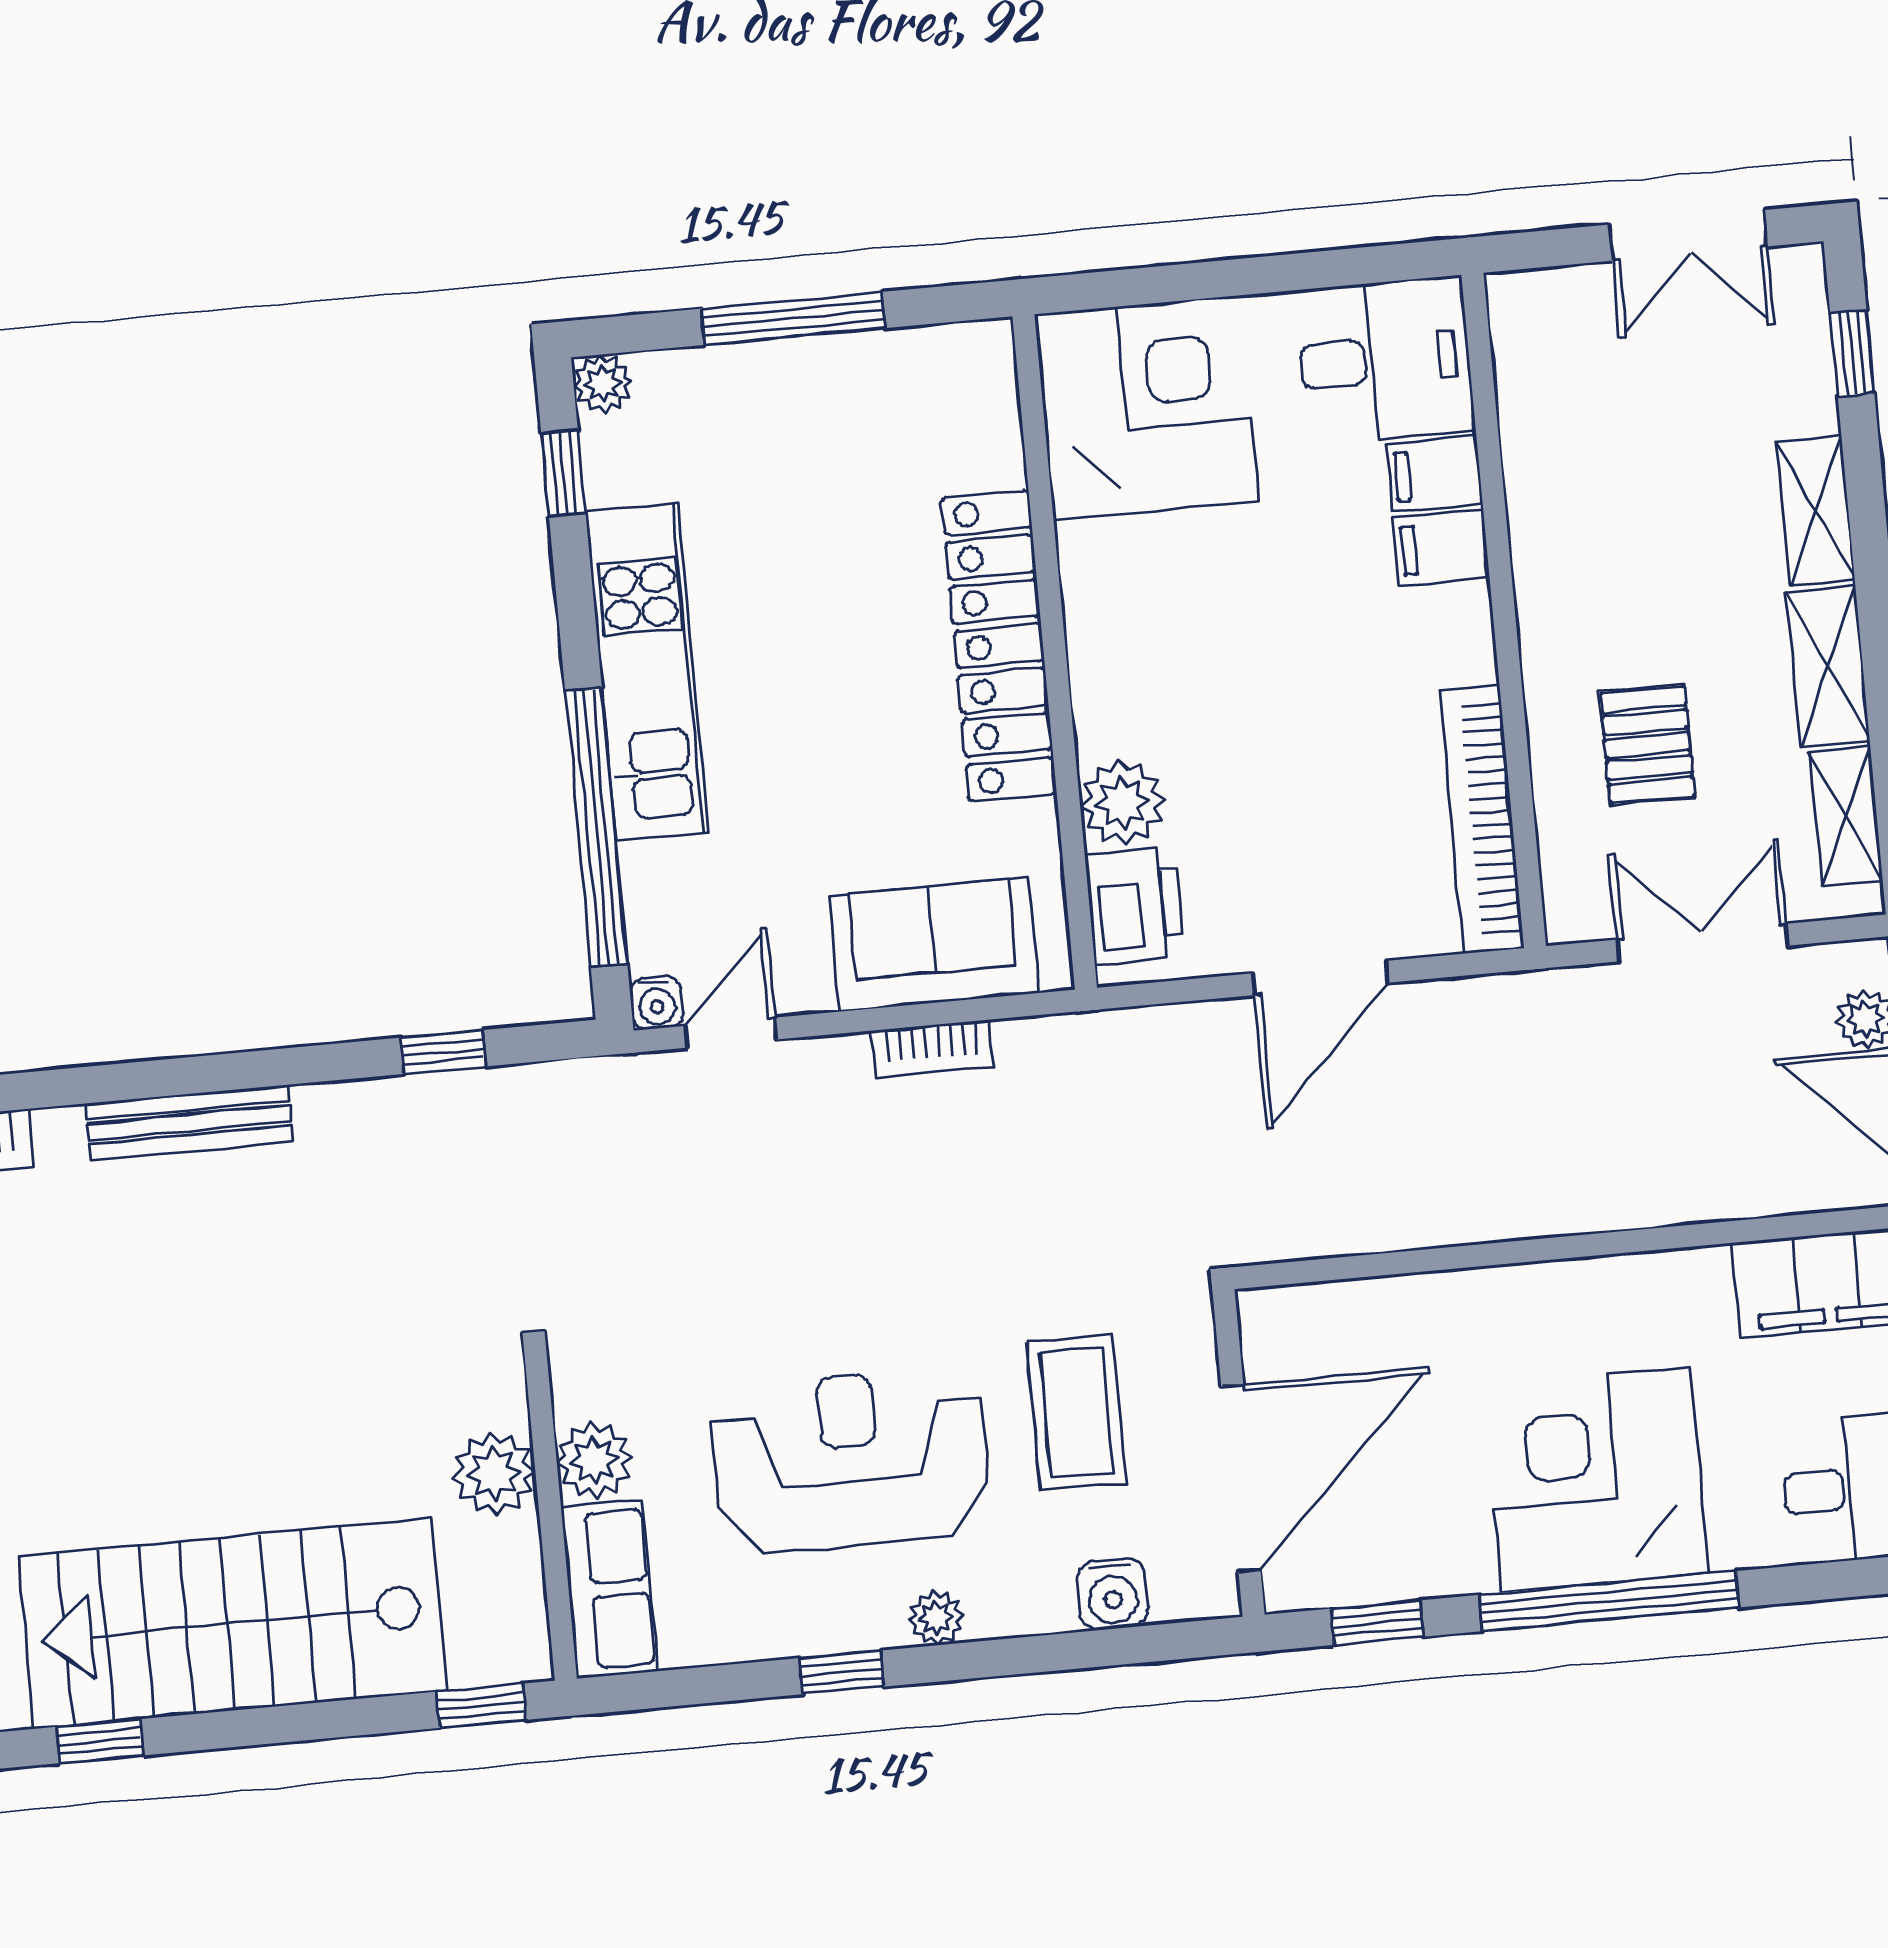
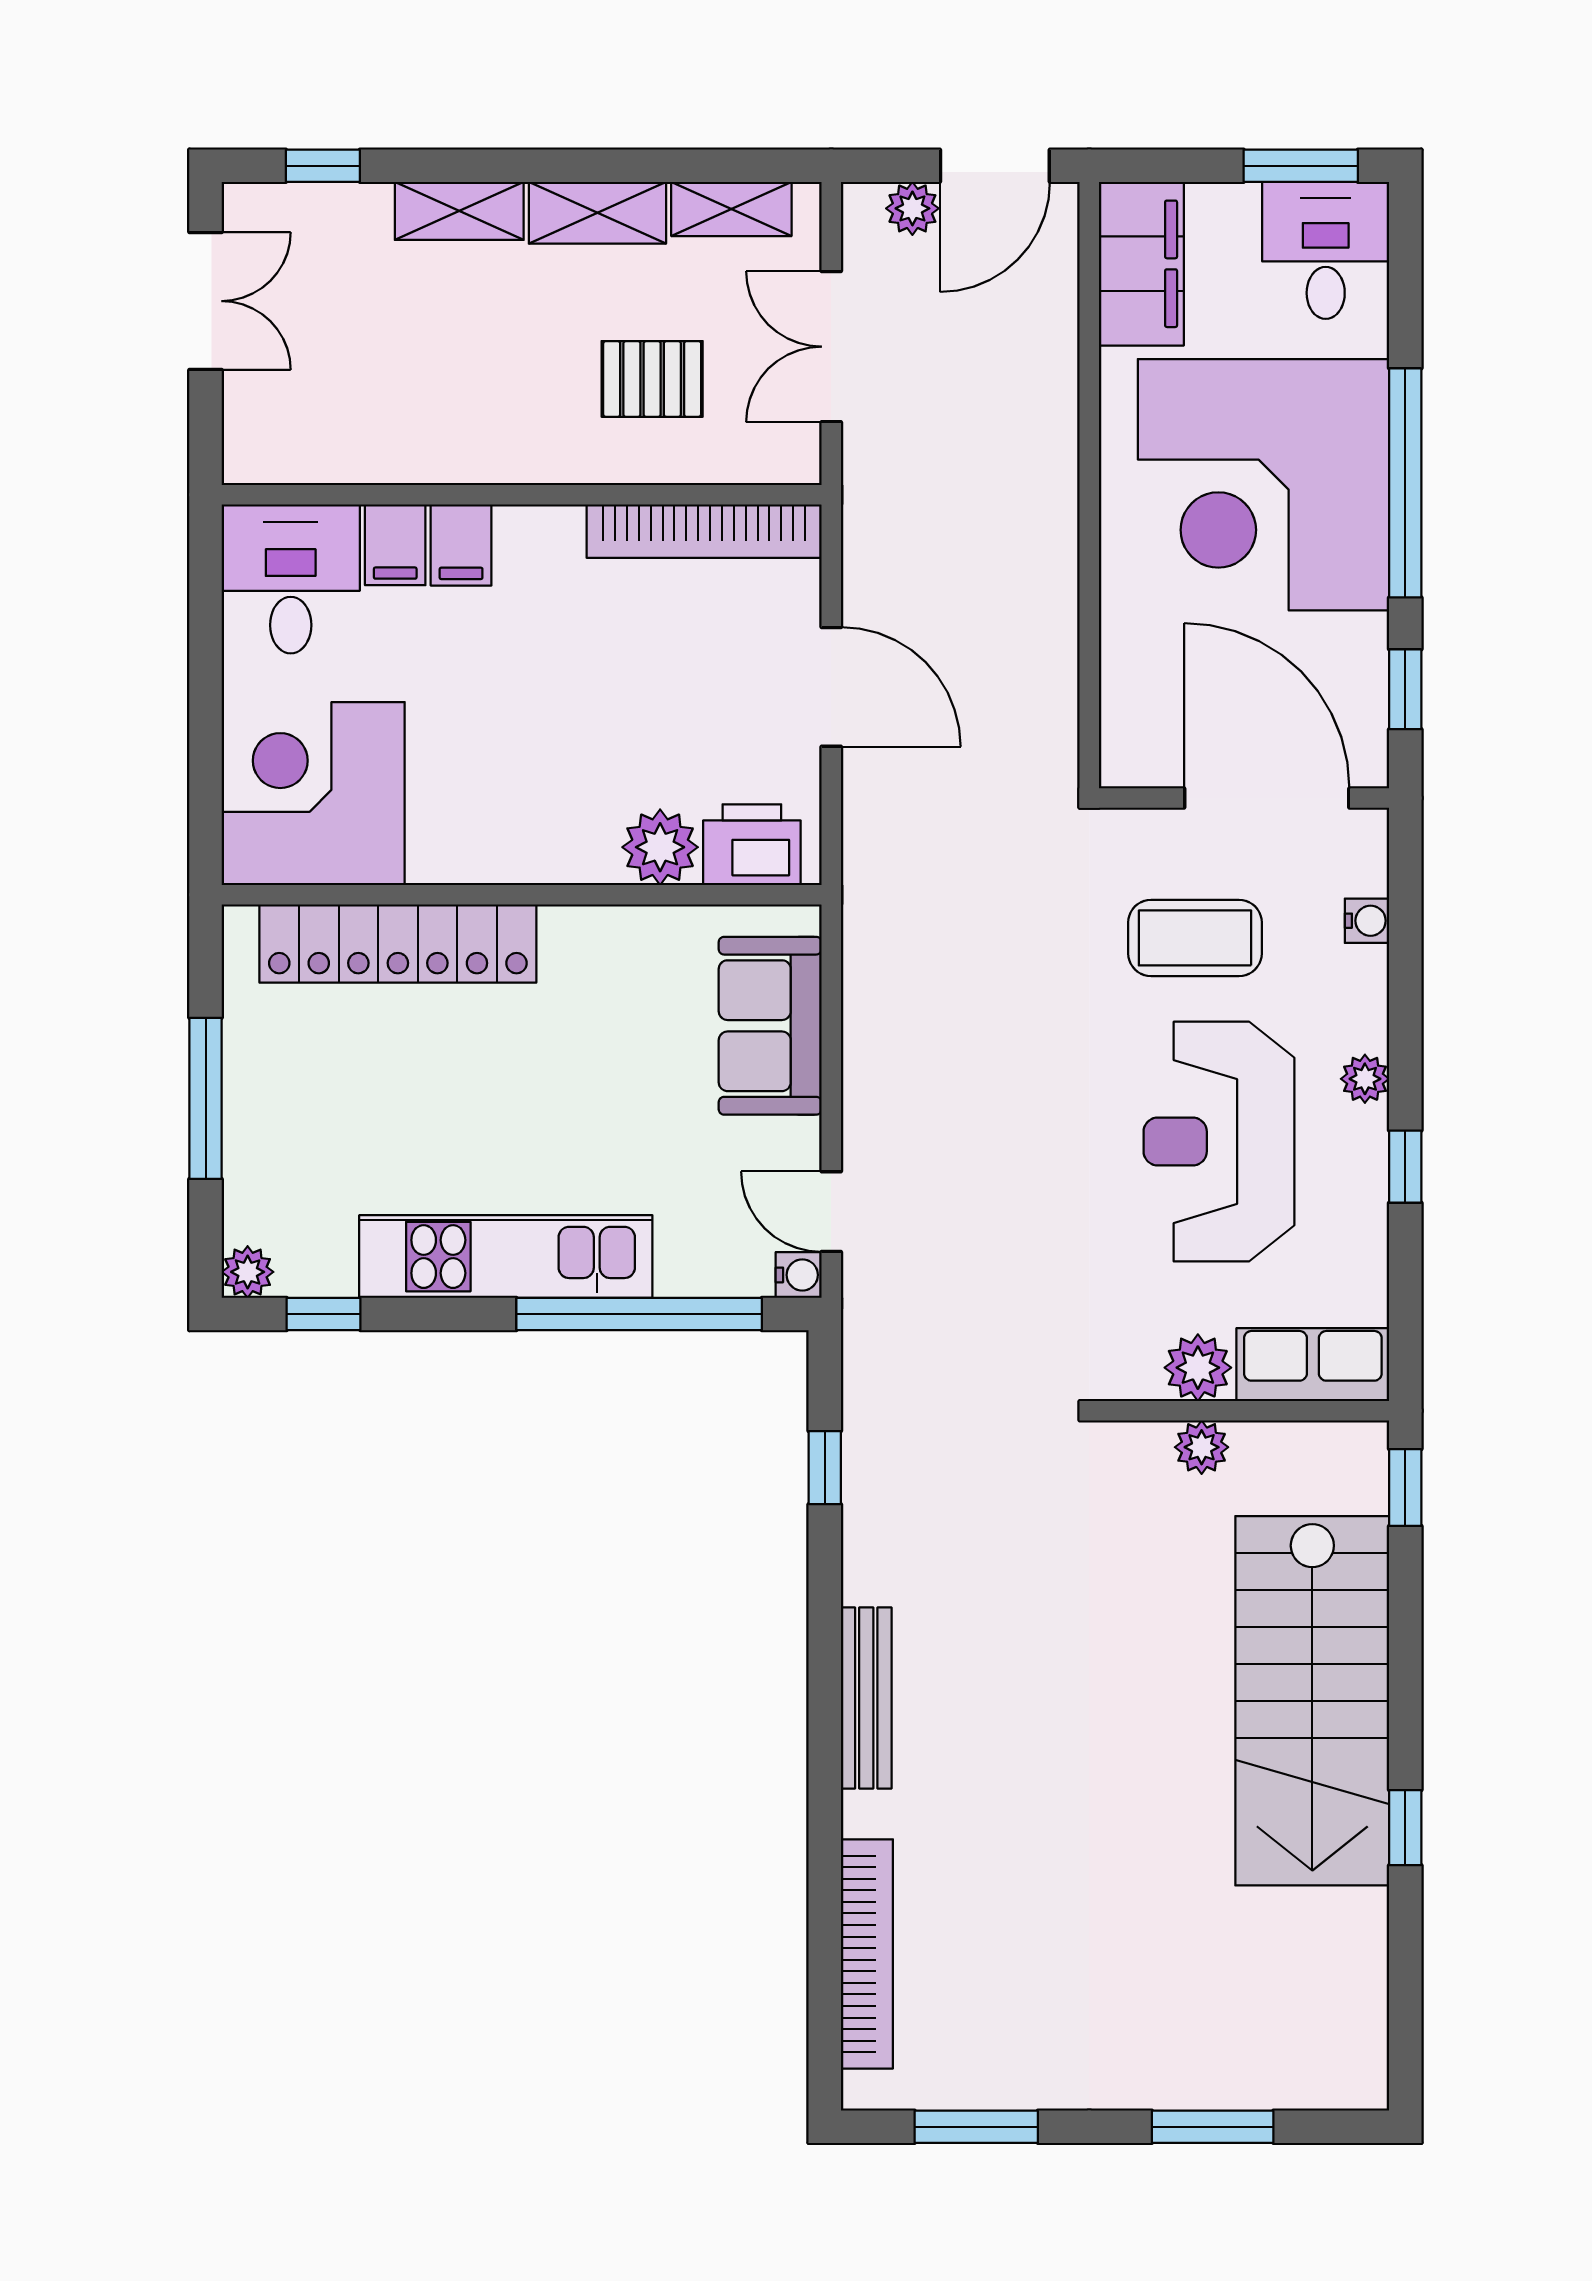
locker: (999, 646) -> (398, 944), moved
bookcase: (932, 1049) -> (862, 1035), removed
plant: (494, 1474) -> (1202, 1447), width x0.73, depth x0.73
corner desk: (1596, 1480) -> (1264, 485), width x1.36, depth x1.36
water cooler: (1113, 1594) -> (1367, 921), width x0.72, depth x0.72

